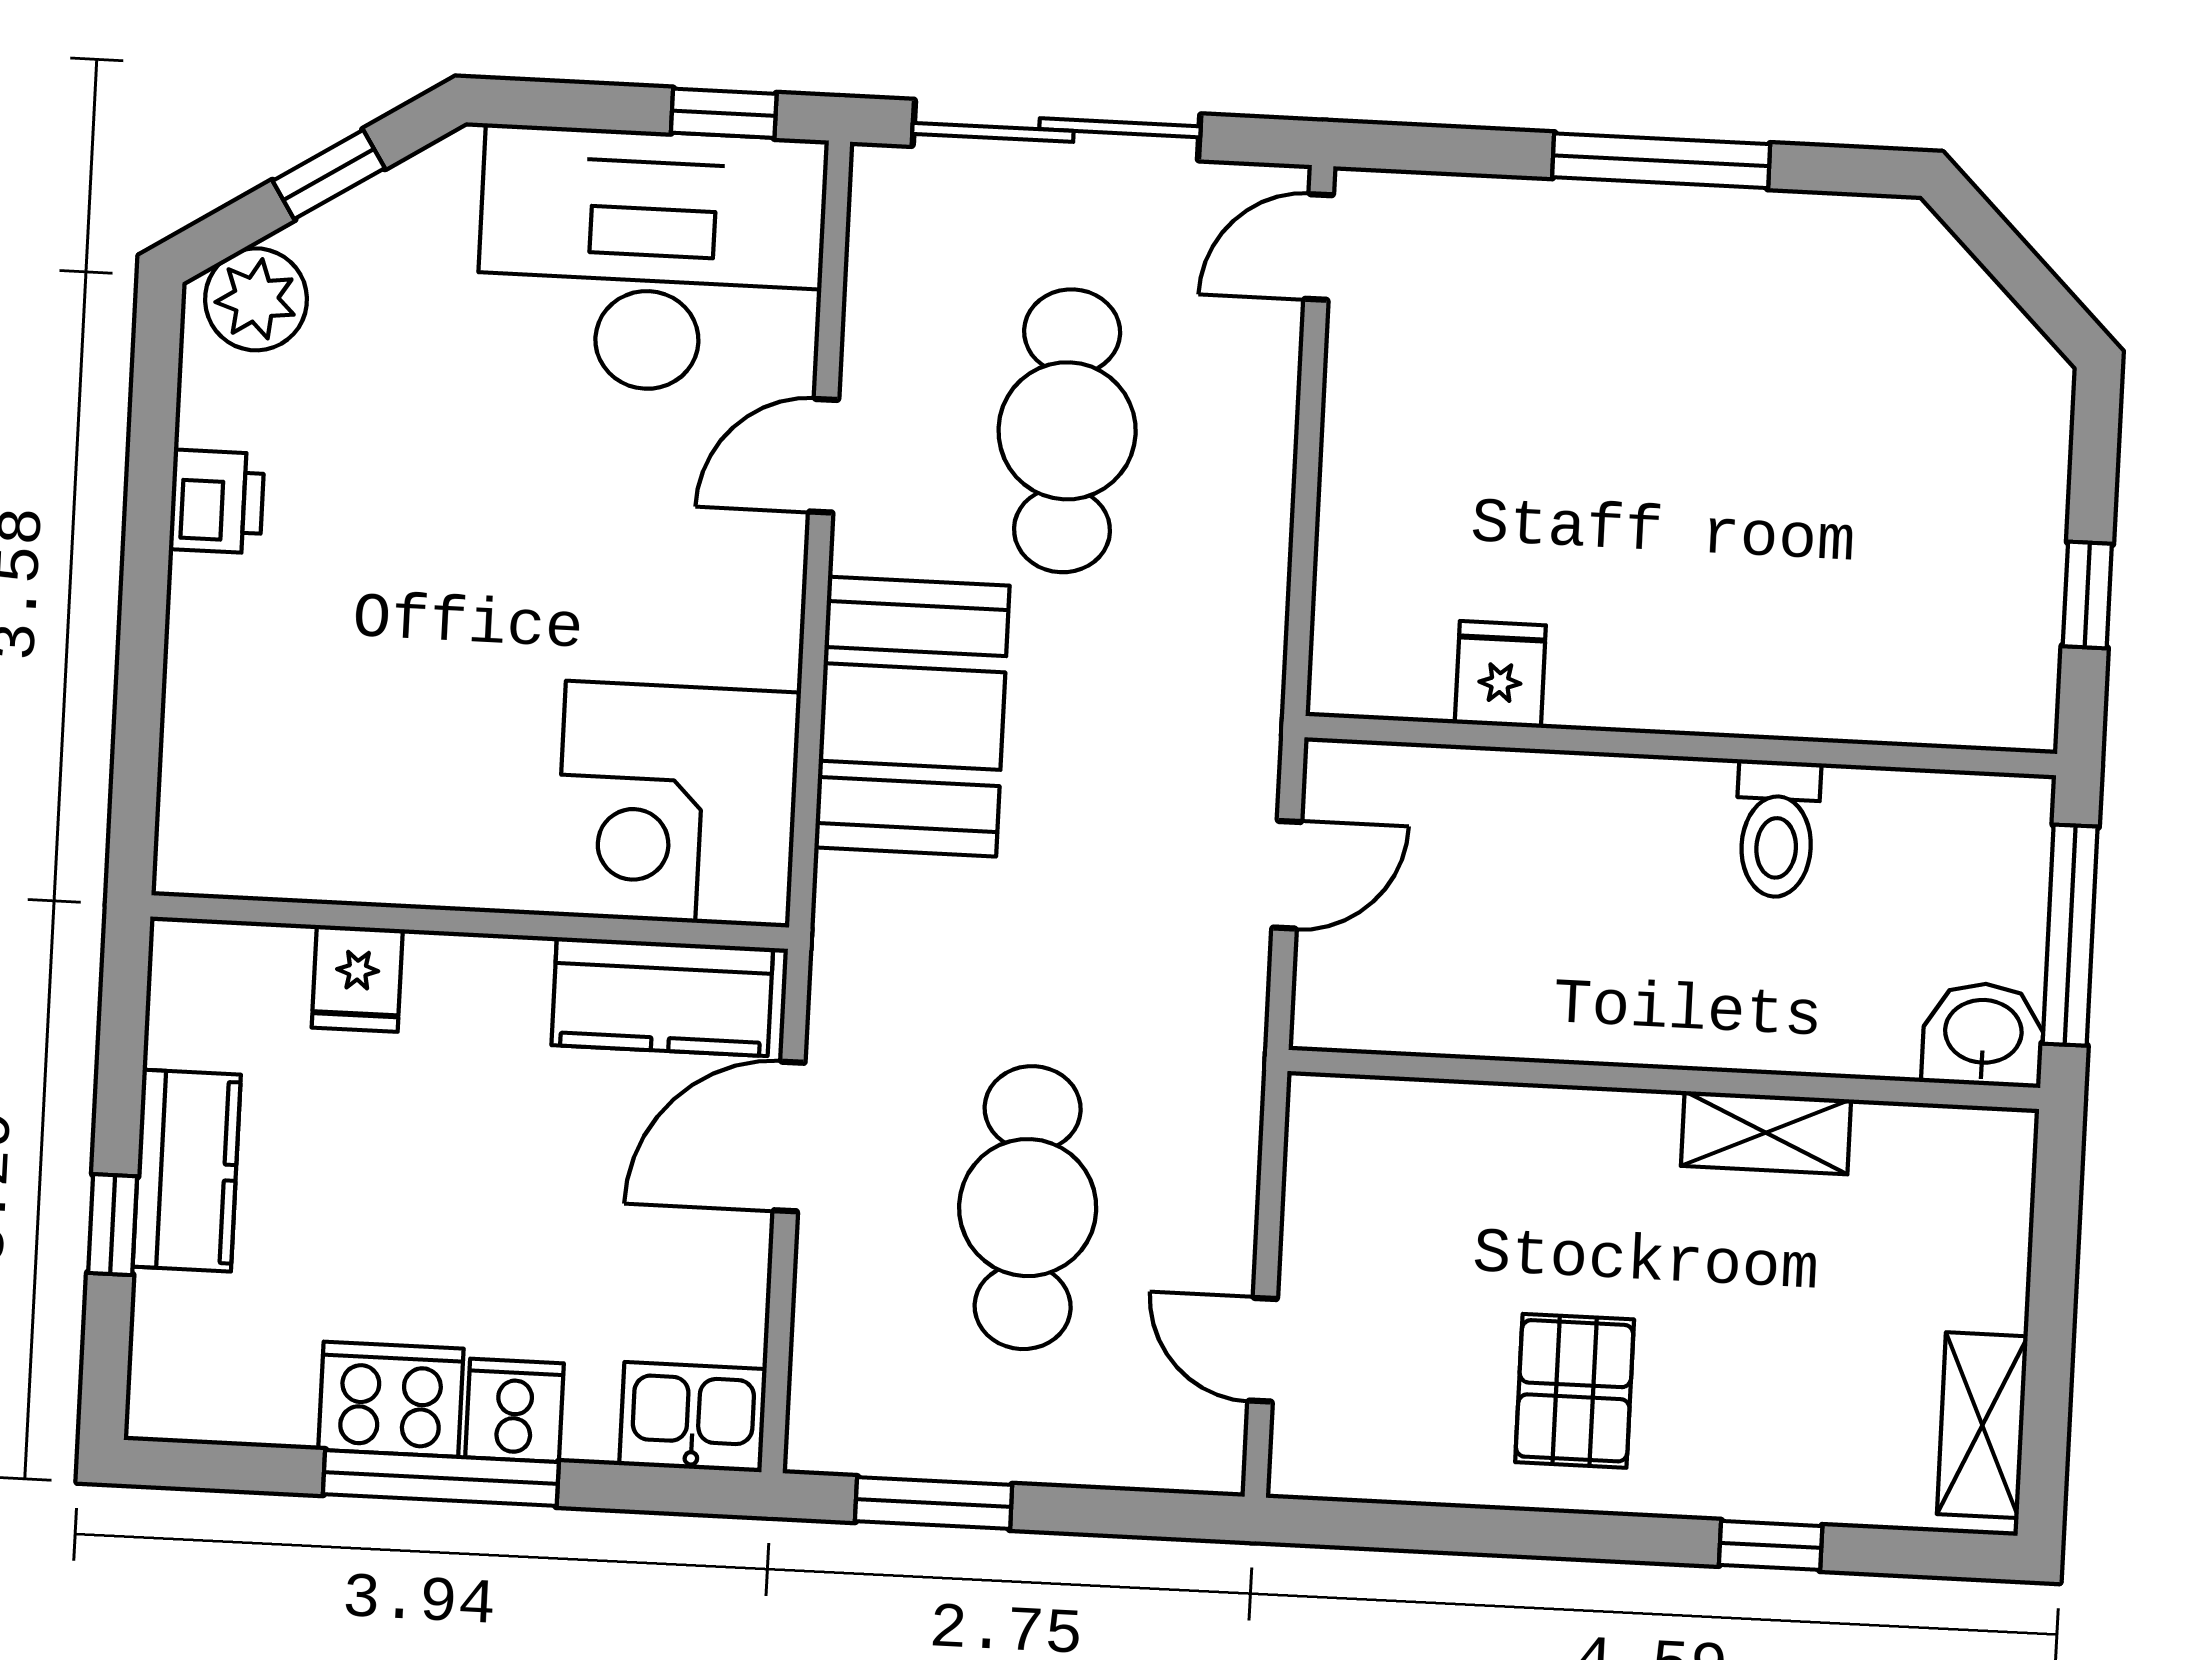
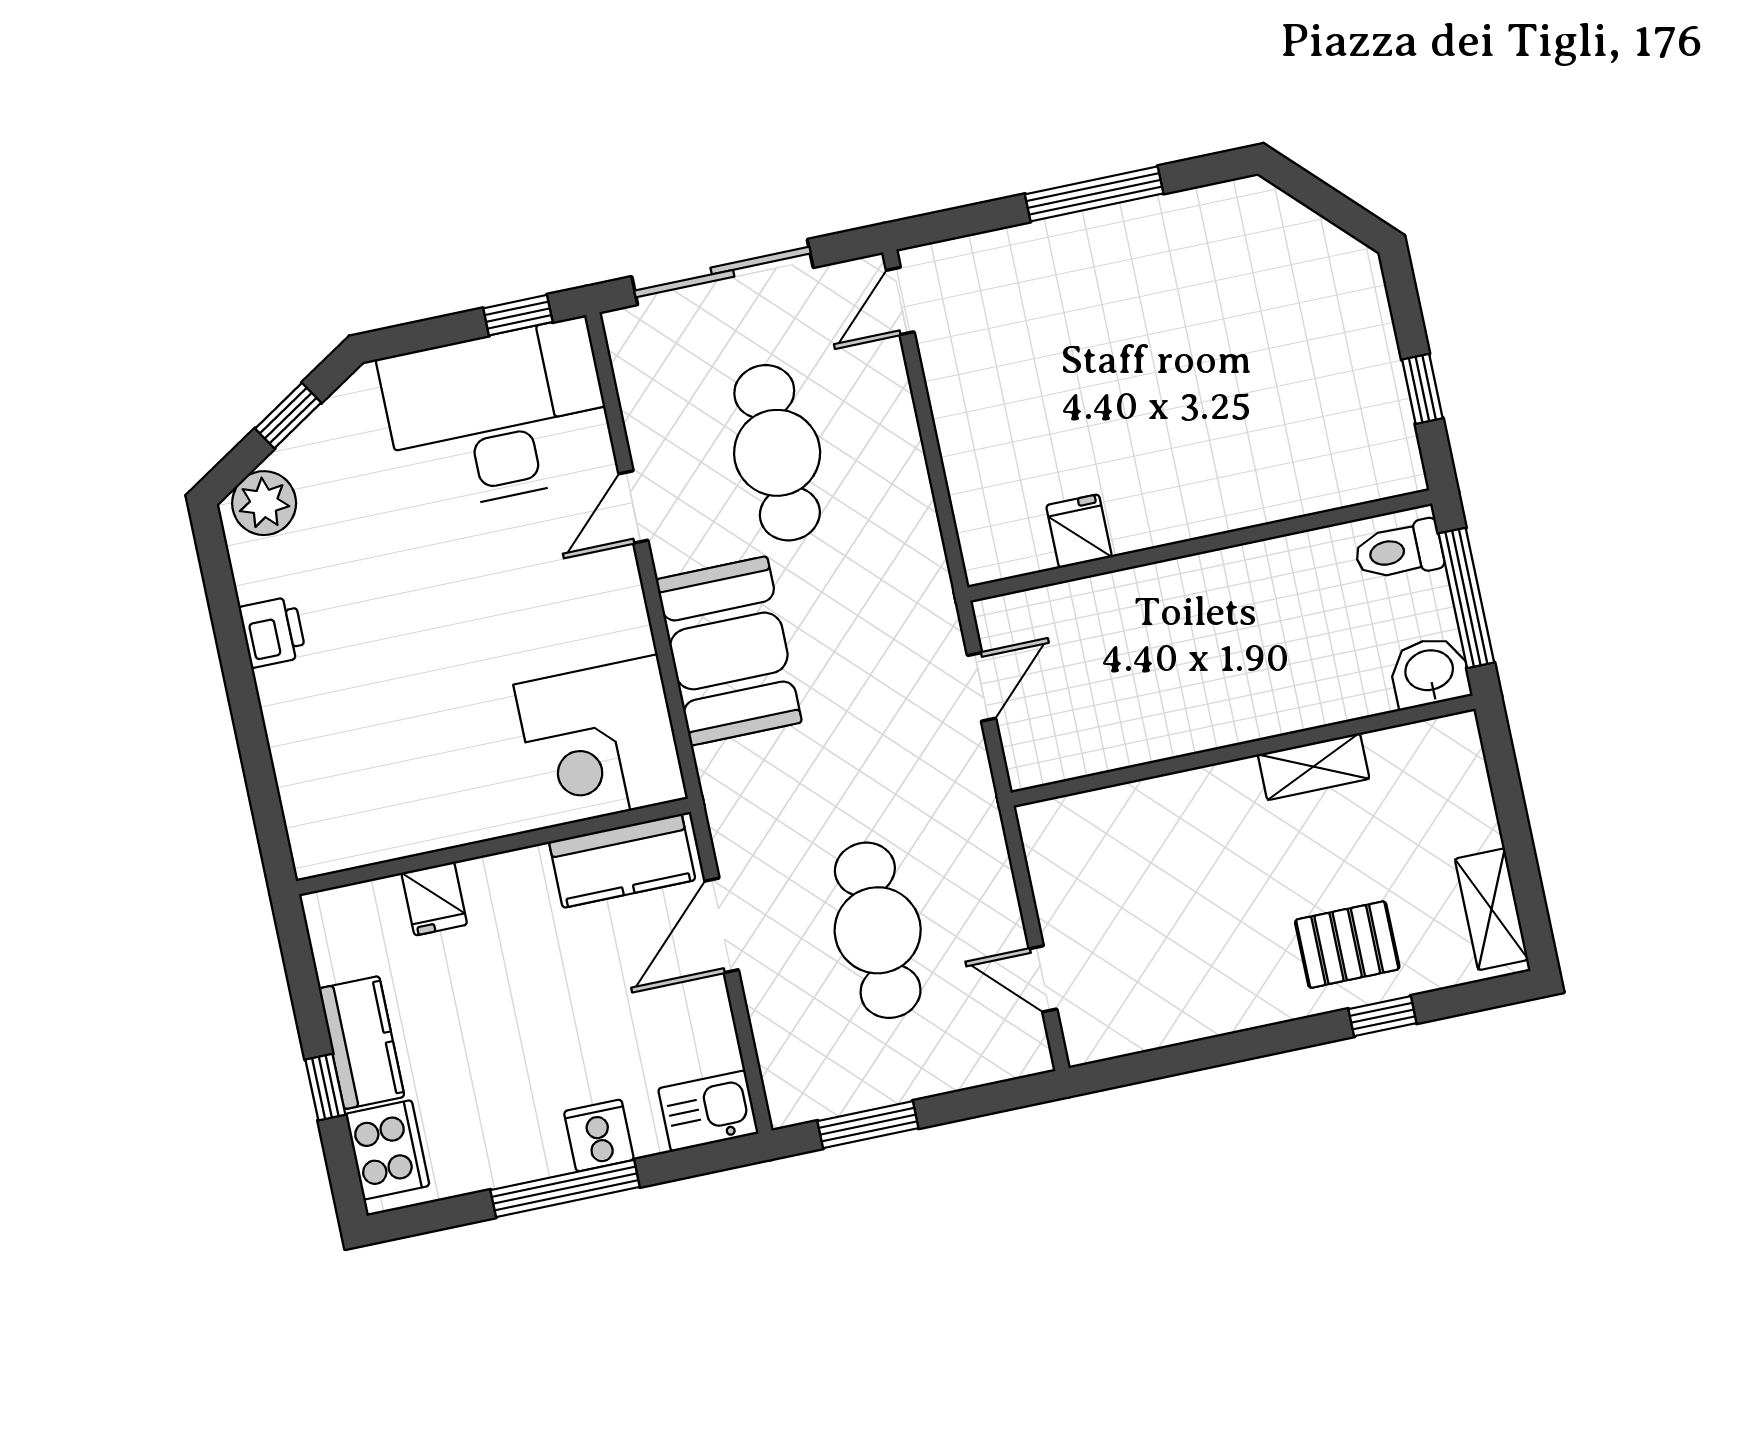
toilet: (1777, 829) -> (1399, 551), moved, turned 90
pallet: (1575, 1391) -> (1347, 945), moved, turned 90
cooker: (391, 1399) -> (387, 1150), moved, turned 90

